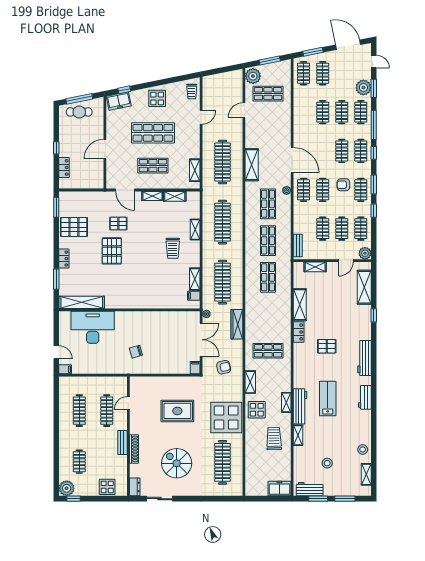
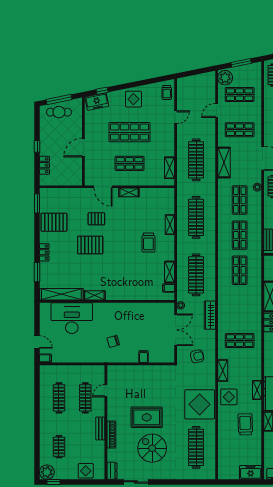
shop shelf: (268, 130) -> (240, 130), added
shelving: (175, 196) -> (94, 295), moved
pallet: (112, 251) -> (90, 245), turned 90
filing cabinet: (195, 368) -> (143, 357), moved
rug: (177, 411) -> (147, 417), moved

